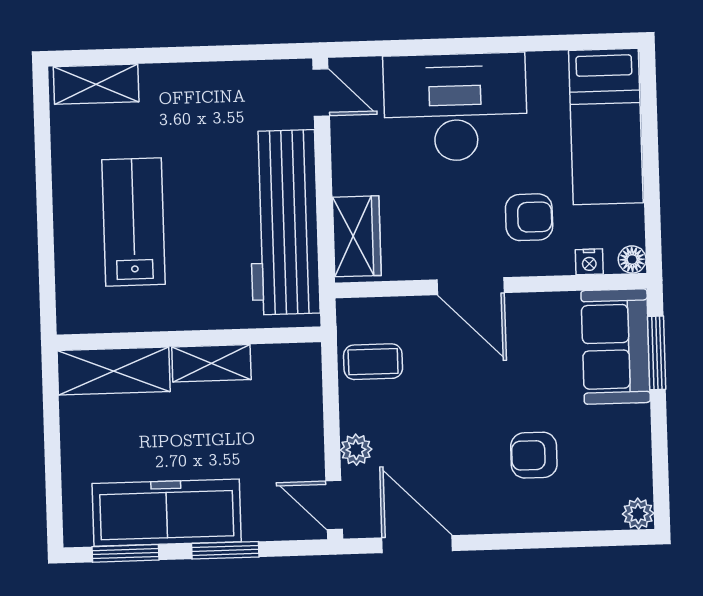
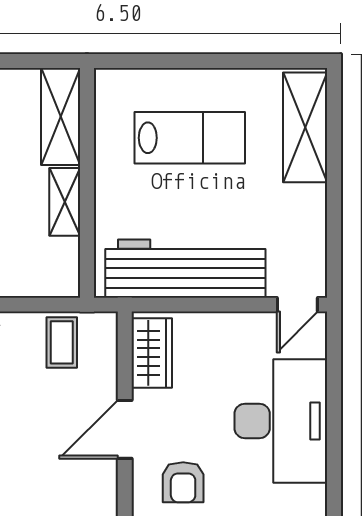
shelving: (96, 84) -> (305, 127), width x1.50, depth x1.33
wardrobe: (357, 236) -> (152, 353), moved, turned -90

